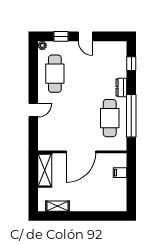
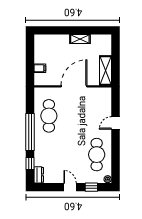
dresser: (121, 87) -> (39, 175), moved
window: (131, 116) -> (30, 132), moved
shelving: (57, 206) -> (80, 39), moved

